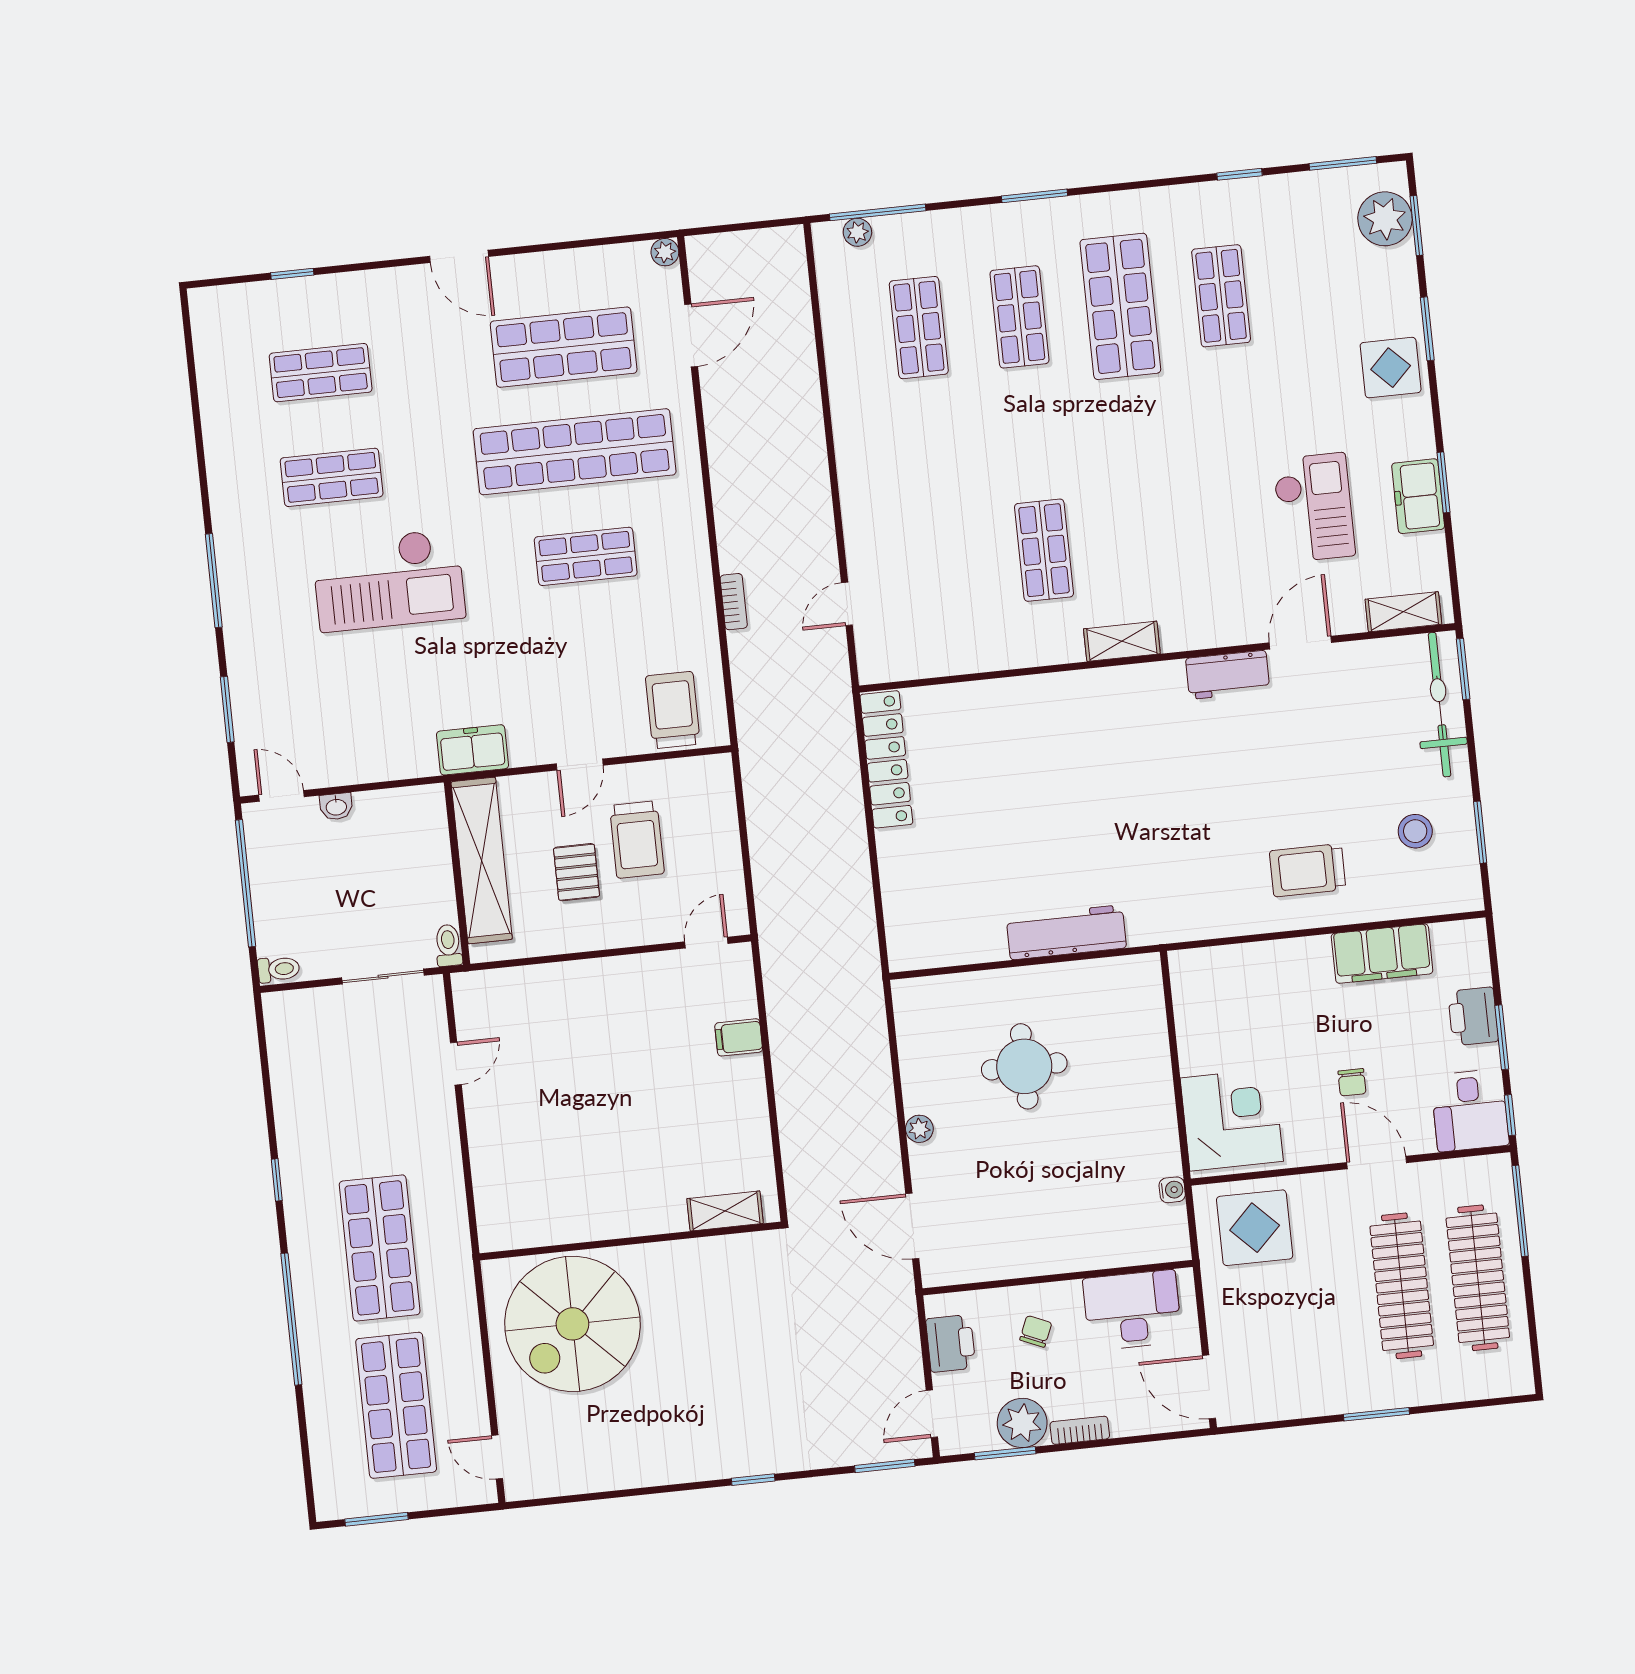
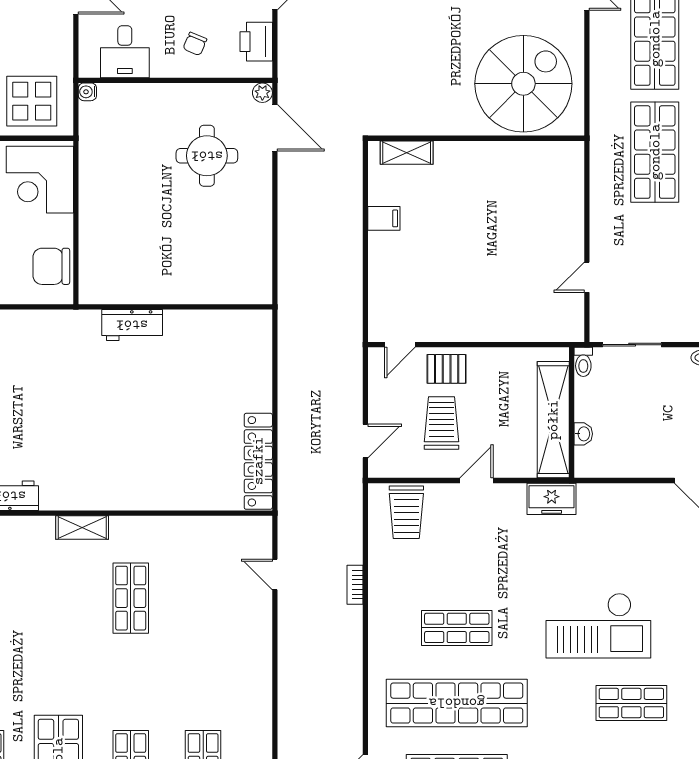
checkout: (389, 580) -> (598, 626), turned 180
door: (847, 604) -> (275, 575), swing flipped
door: (740, 803) -> (365, 441), added
washbasin: (336, 806) -> (583, 434), moved, turned 90
pallet: (577, 872) -> (447, 369), moved, turned 90
workbench: (1066, 932) -> (132, 325), width x0.73
chair: (1203, 1001) -> (51, 266), added
filing cabinet: (739, 1037) -> (384, 218), moved
round table: (1024, 1066) -> (207, 156), moved
plant: (919, 1129) -> (262, 93), moved
water cooler: (1172, 1190) -> (87, 92), moved
desk: (1132, 1310) -> (125, 52), width x0.73

